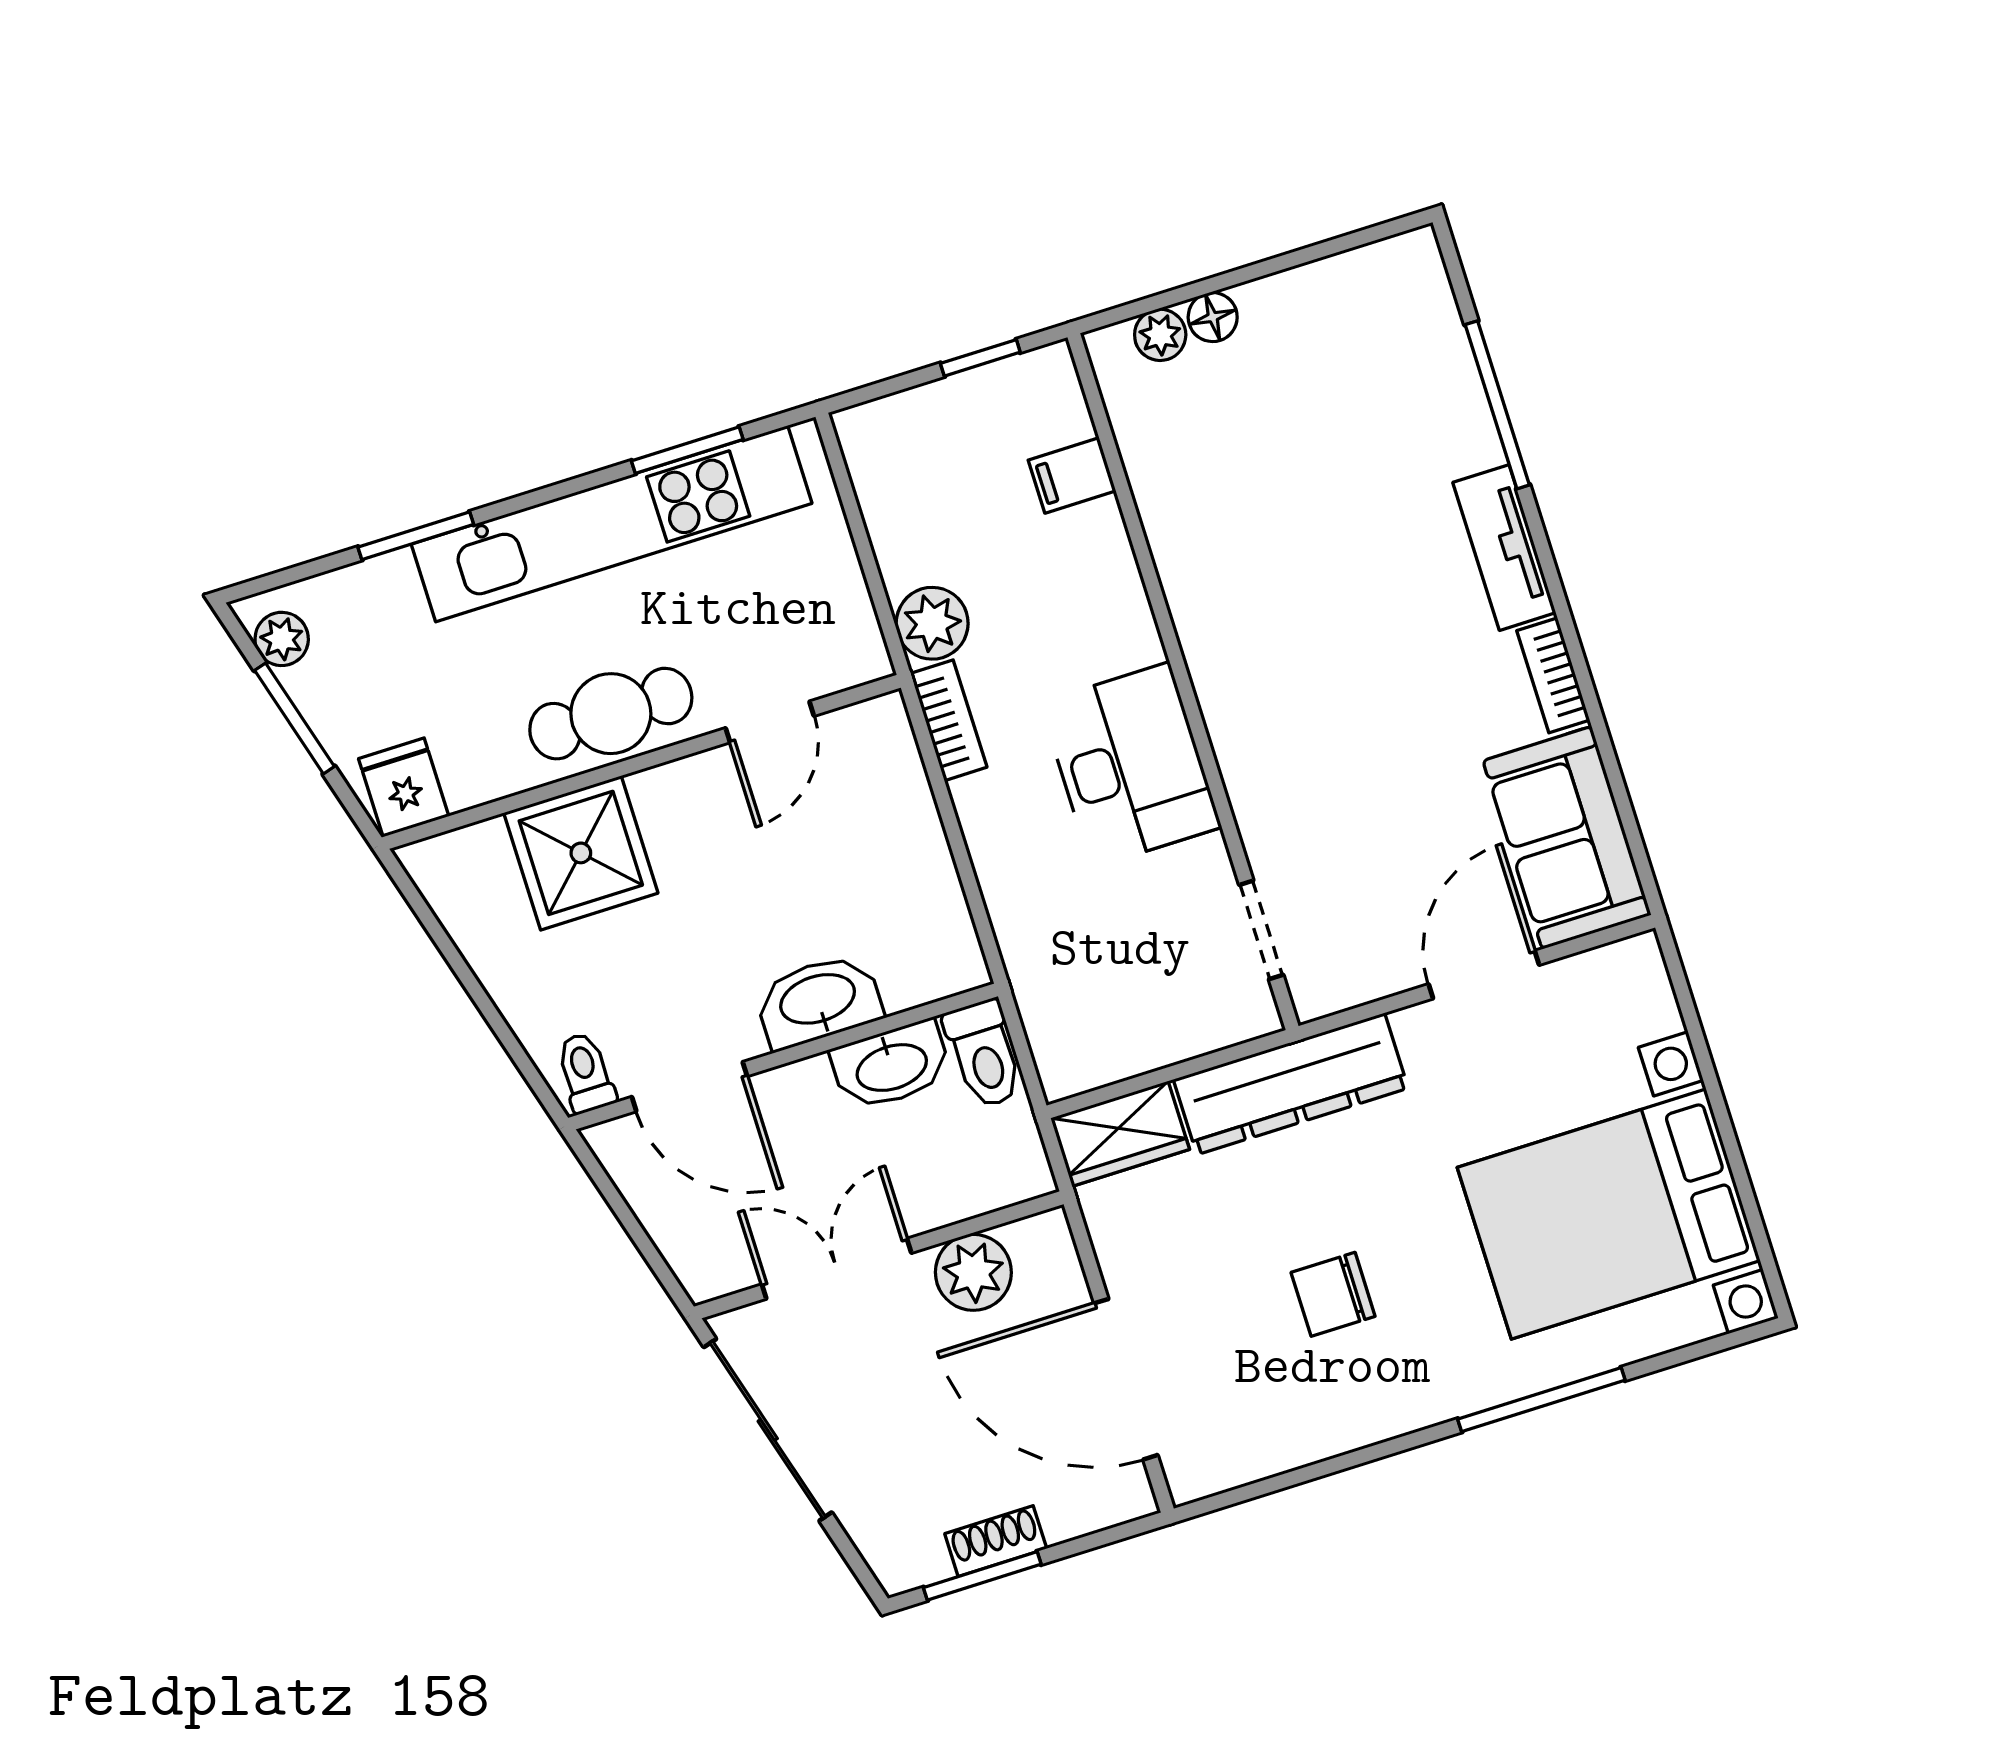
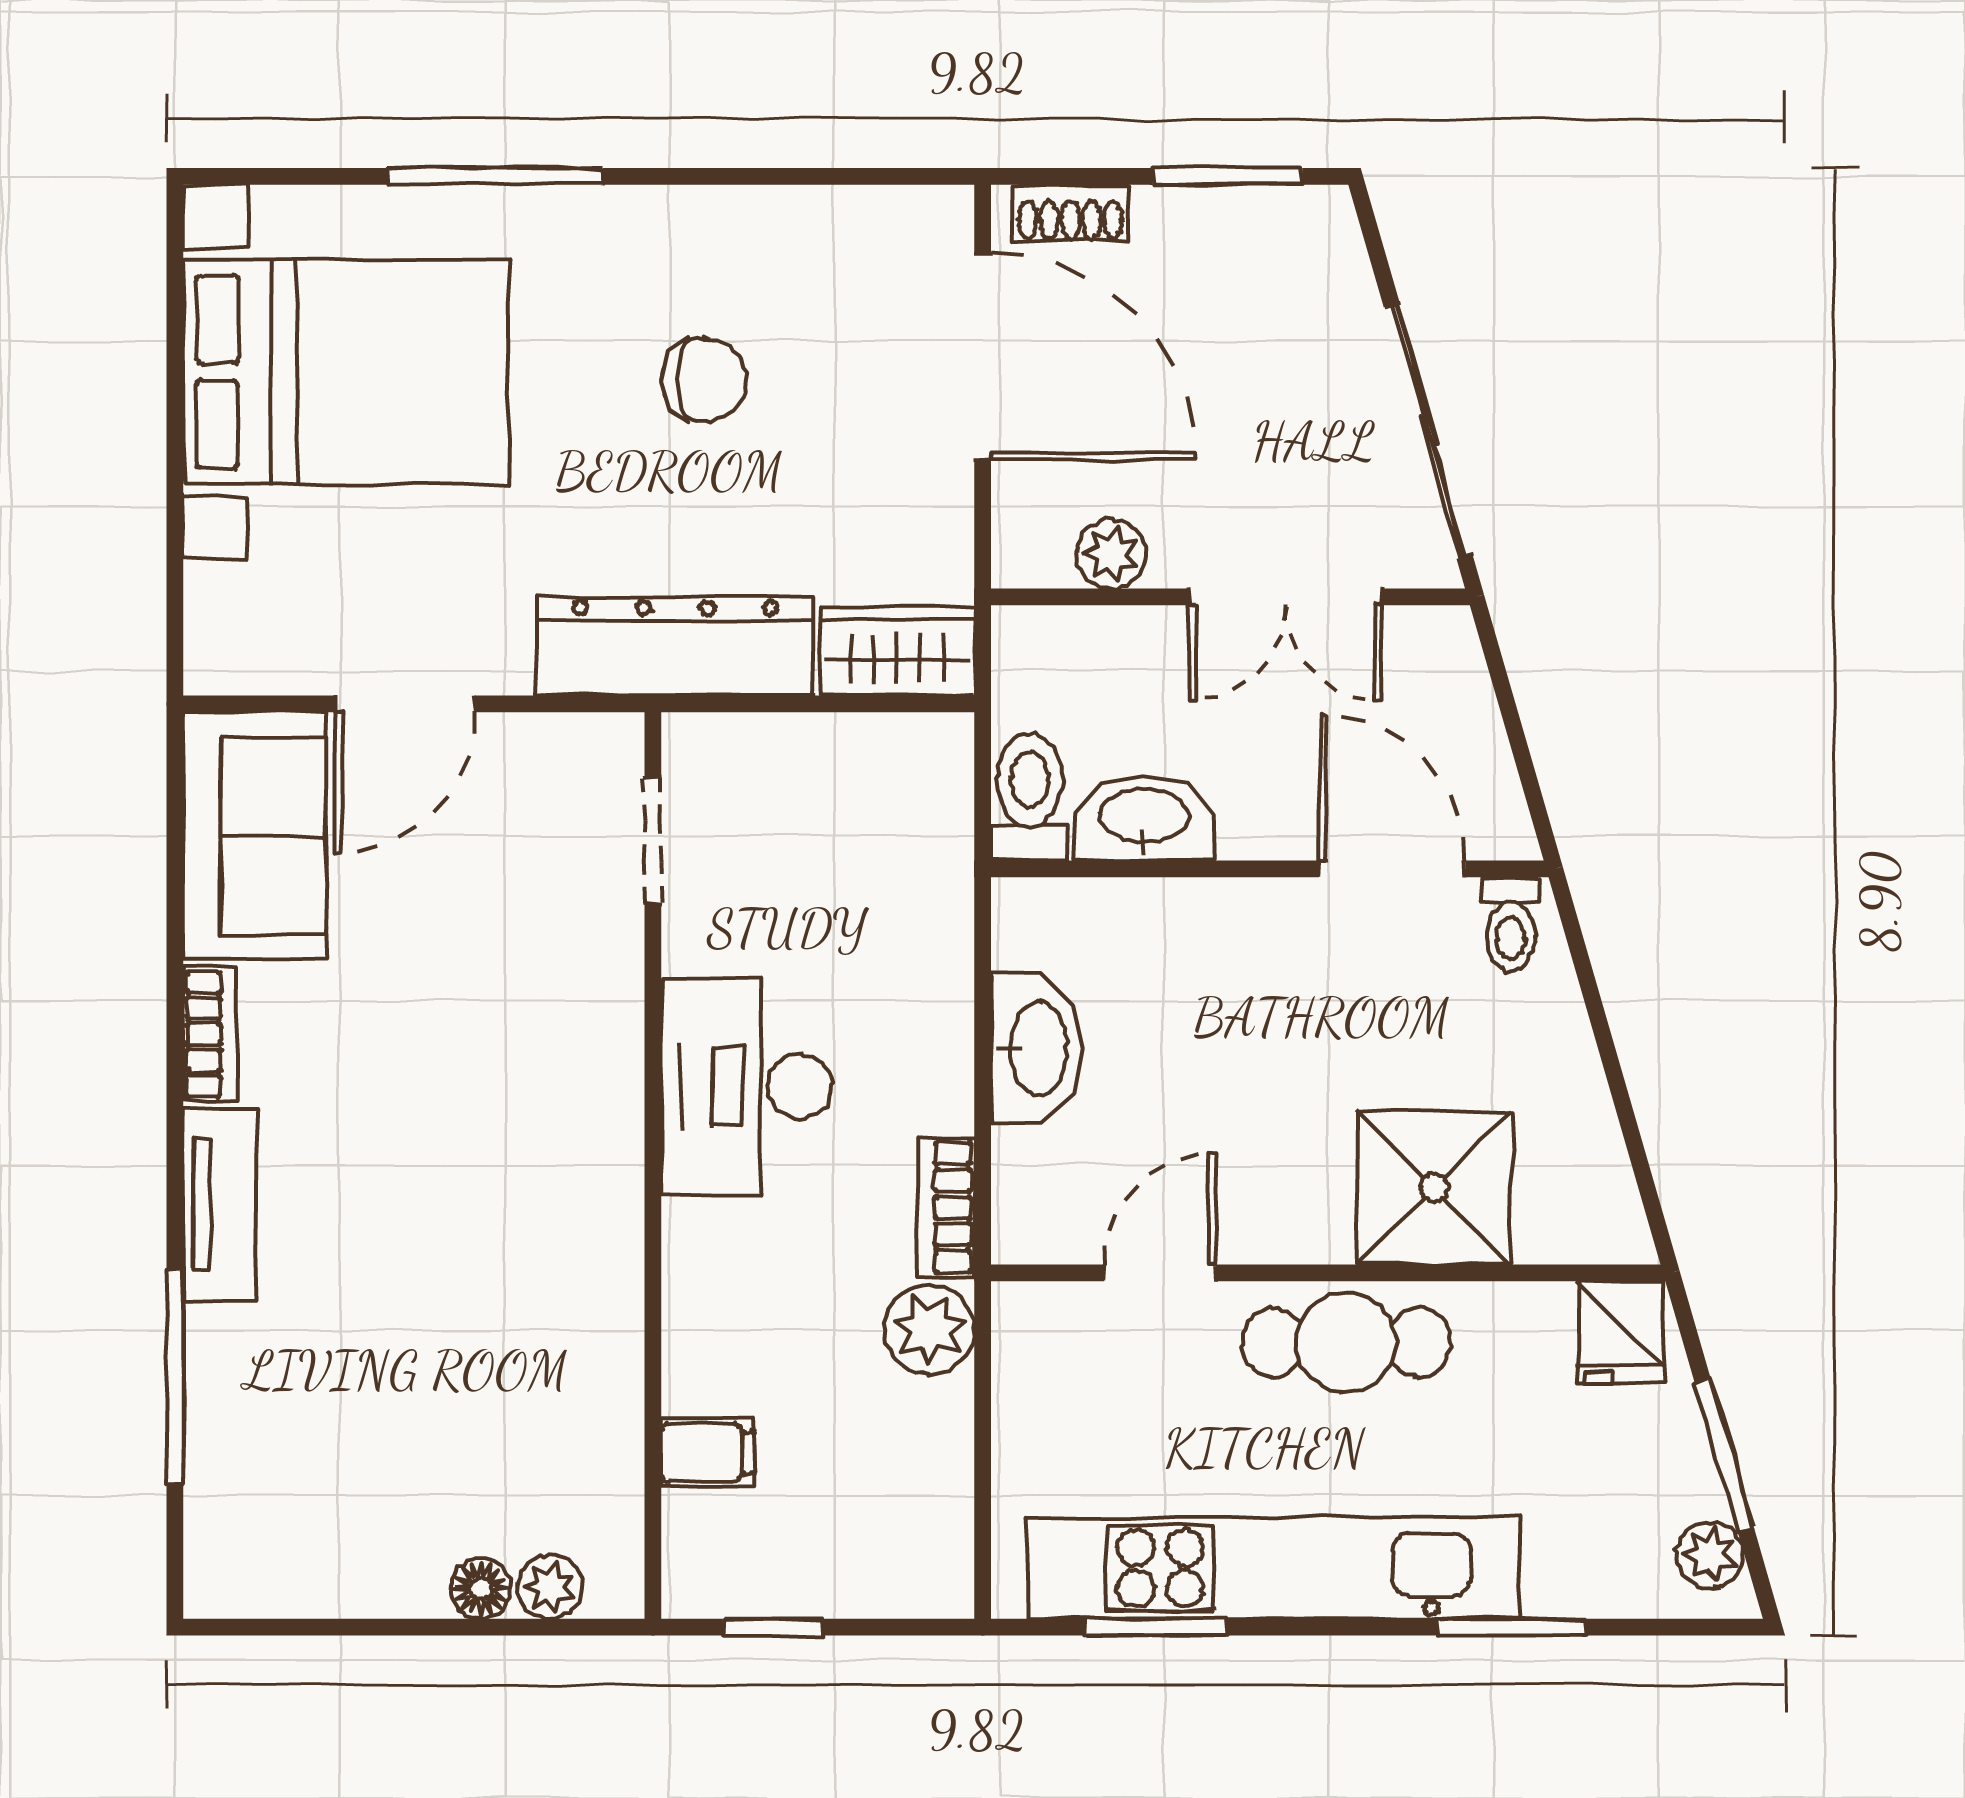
washbasin: (818, 1001) -> (1036, 1049), moved, turned -90
plant: (973, 1272) -> (1111, 554), width x0.73, depth x0.73
shoe rack: (996, 1541) -> (1070, 213), moved

